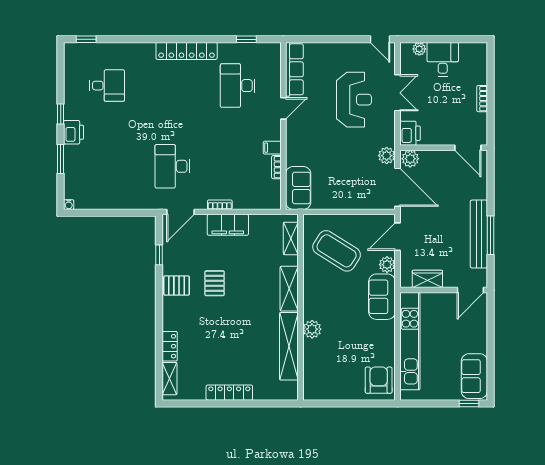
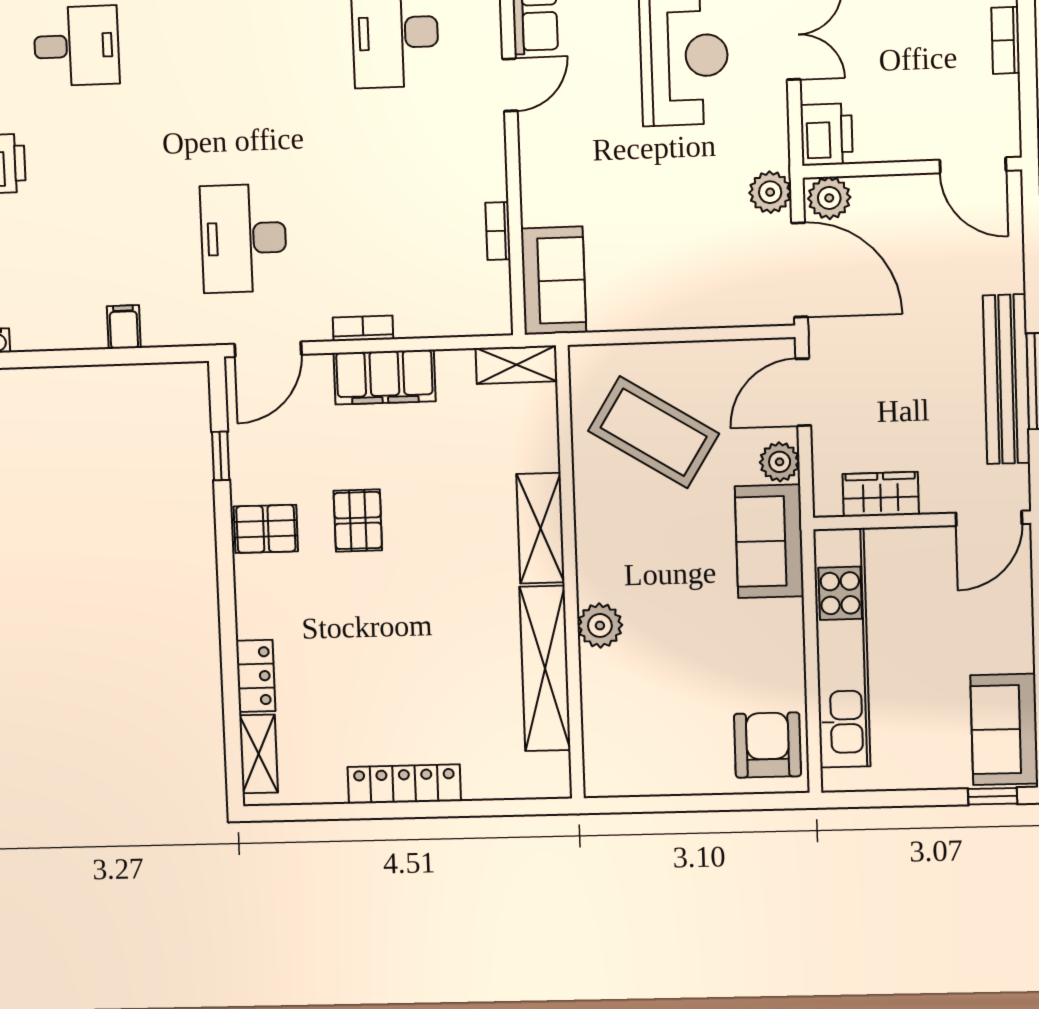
filing cabinet: (272, 148) -> (124, 327), moved, turned 90
shelving: (291, 238) -> (516, 365), moved, turned 90

